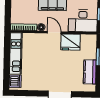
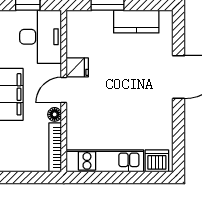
fridge: (70, 42) -> (77, 67), width x0.53, depth x0.75

